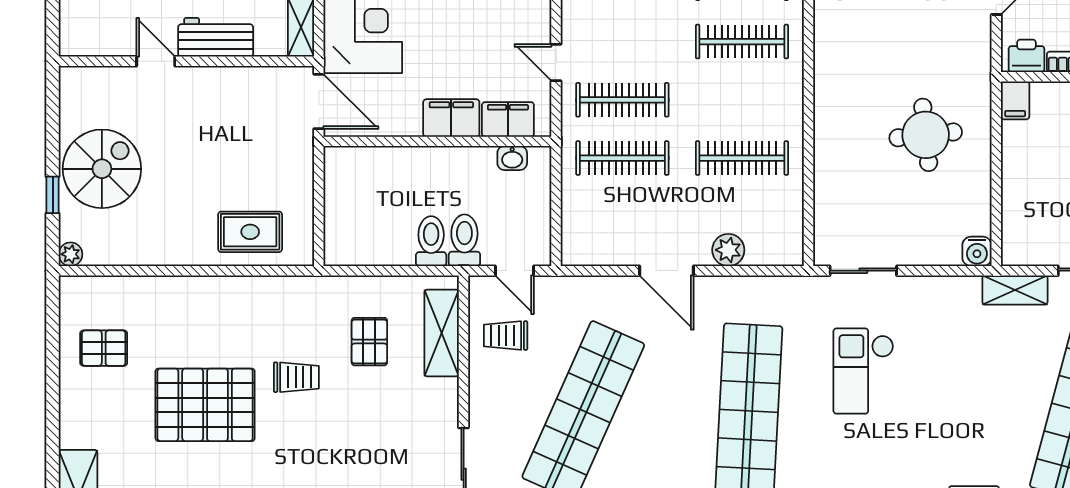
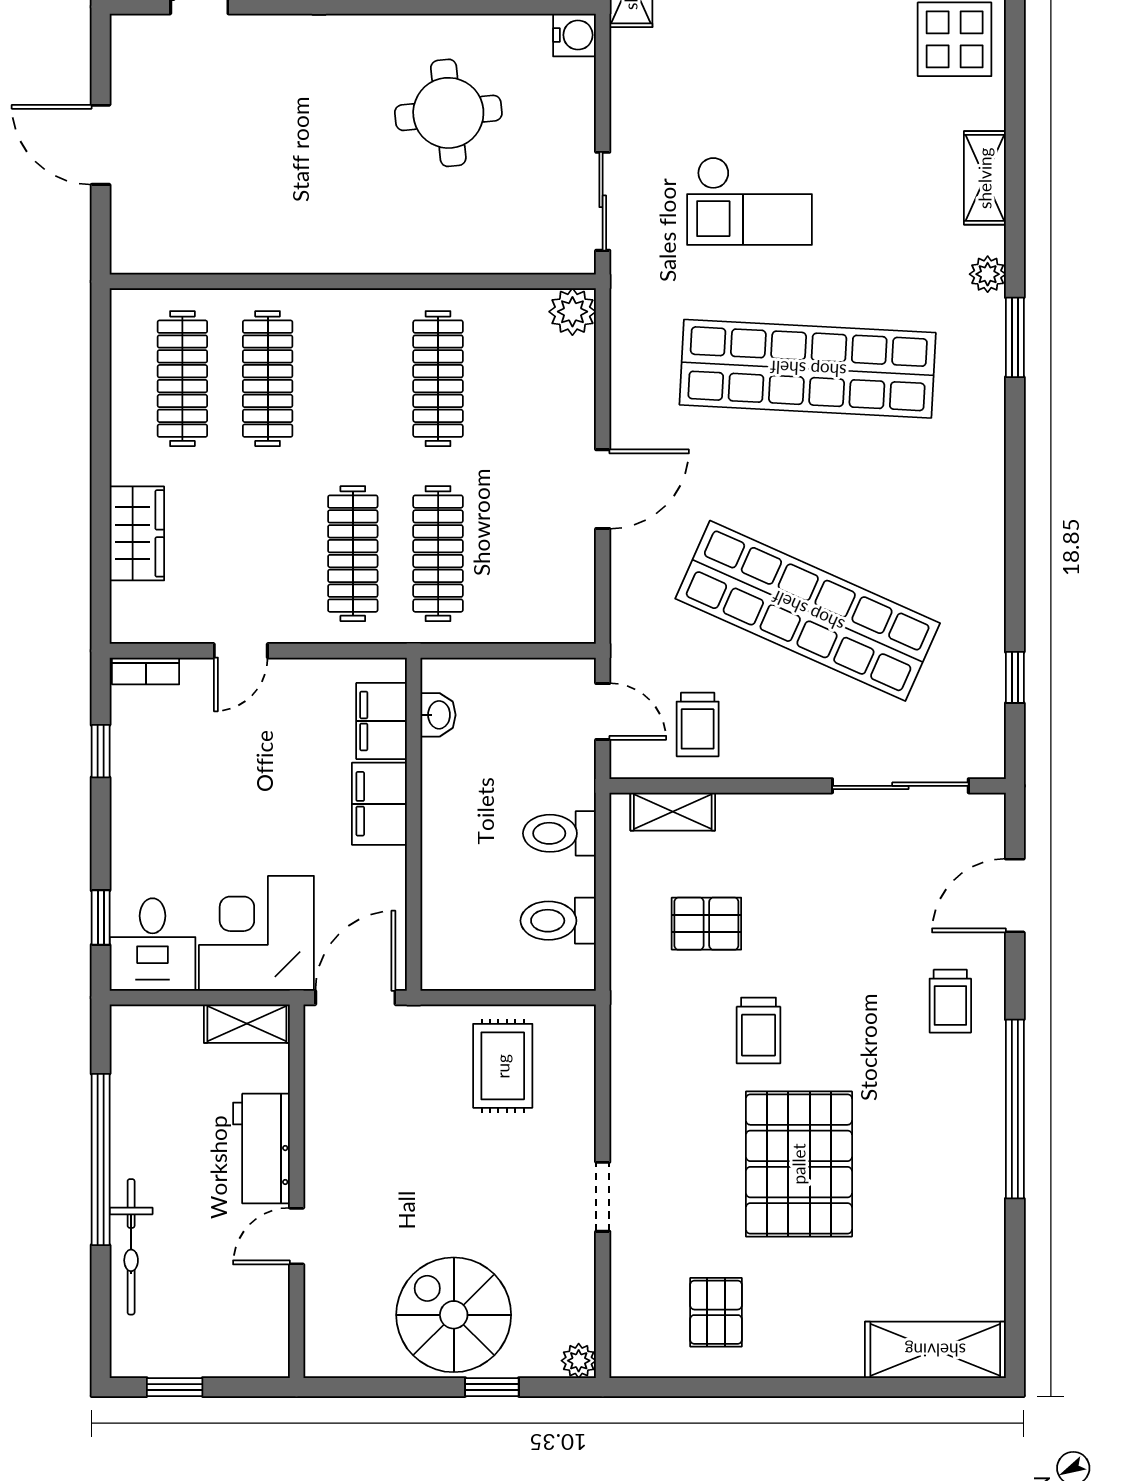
door: (556, 63) -> (241, 651), moved
round table: (926, 135) -> (448, 113), moved
rug: (250, 232) -> (503, 1066), moved
toilet: (464, 240) -> (558, 921), moved
plant: (728, 250) -> (572, 312), moved
doorway: (183, 271) -> (603, 1197), added
door: (514, 271) -> (603, 712), hinge flipped
shelving: (442, 333) -> (673, 812), width x0.67, depth x0.75
trolley: (296, 377) -> (759, 1030), turned 180

